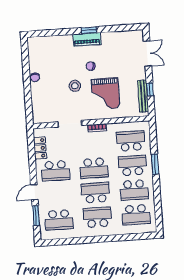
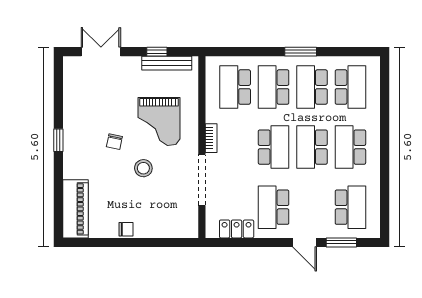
piano: (87, 39) -> (75, 209), moved, width x1.37, depth x1.33
grand piano: (105, 94) -> (159, 121), turned 90
doorway: (70, 124) -> (202, 180), width x1.36
window: (155, 164) -> (301, 52), moved
school desk: (56, 171) -> (274, 207), turned 180
school desk: (134, 190) -> (312, 87), turned 180

